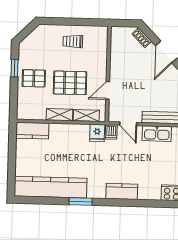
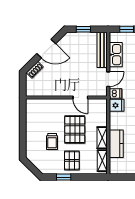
trolley: (73, 41) -> (52, 142), moved
shelving: (86, 116) -> (102, 161), moved
kitchen counter: (32, 131) -> (116, 144), moved

